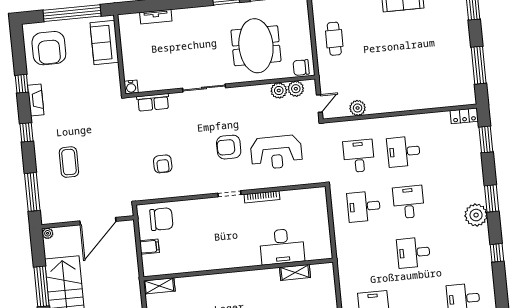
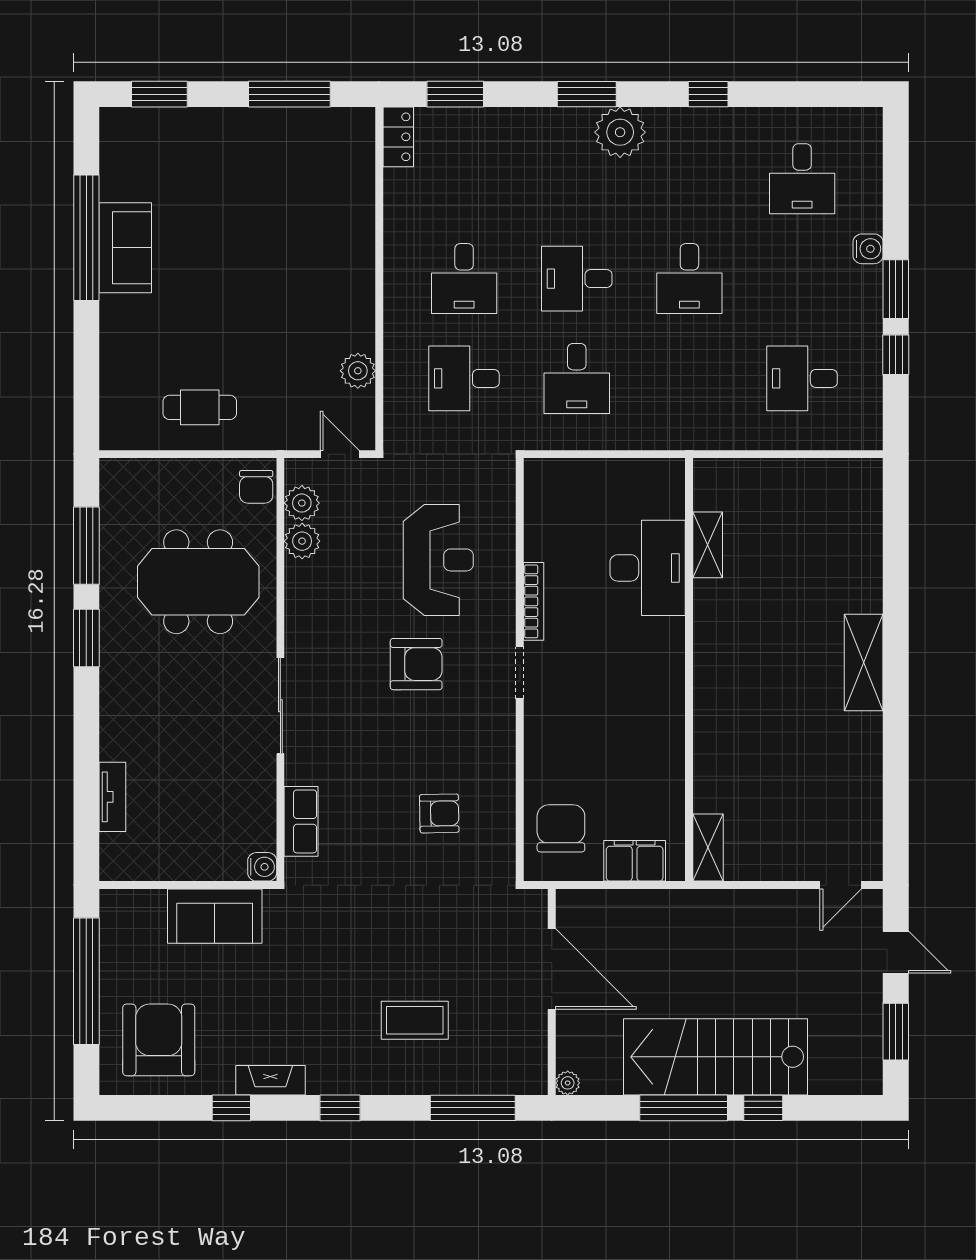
sofa: (104, 42) -> (215, 916), moved
armchair: (49, 48) -> (159, 1040), turned -90
armchair: (229, 147) -> (416, 664), turned -90
filing cabinet: (149, 247) -> (635, 861), width x2.00

